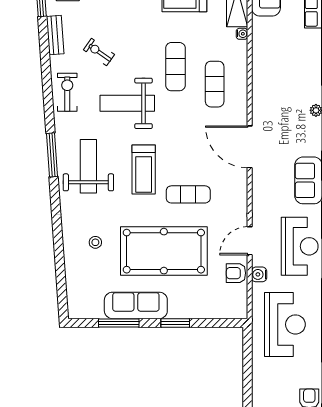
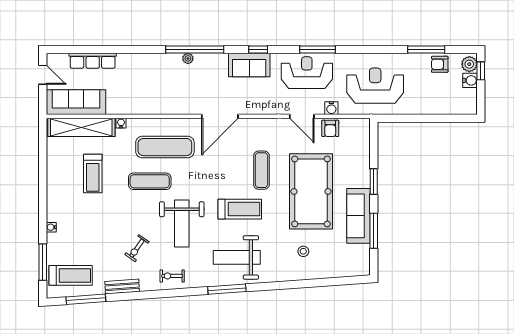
exercise mat: (215, 84) -> (165, 147), width x1.36, depth x1.45
exercise bike: (67, 92) -> (172, 276), width x0.73, depth x0.72

